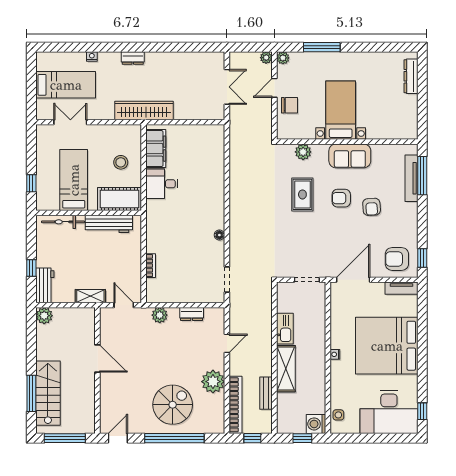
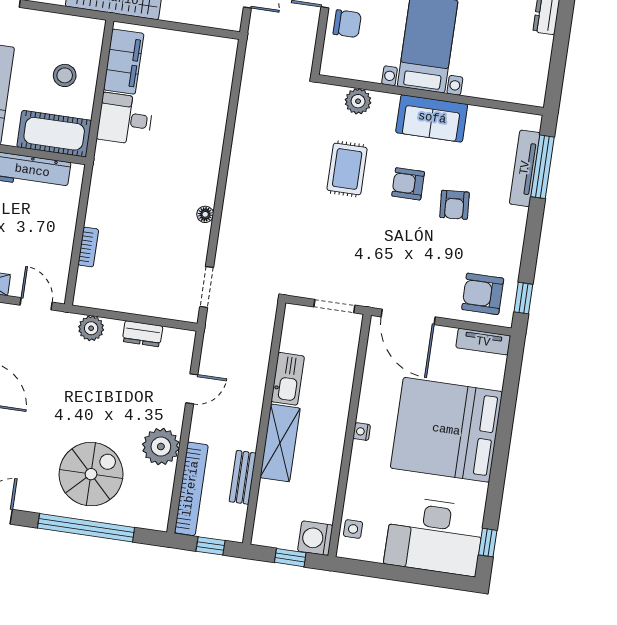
door: (353, 280) -> (408, 317), swing flipped

